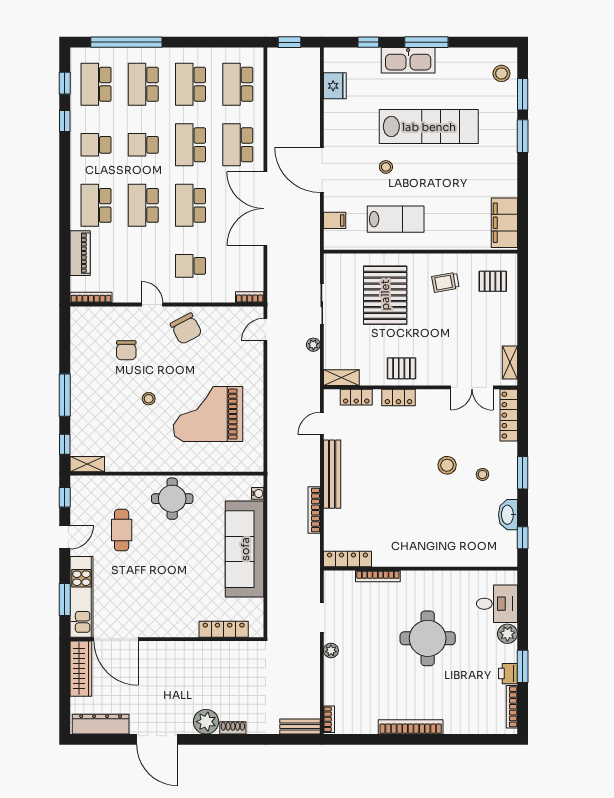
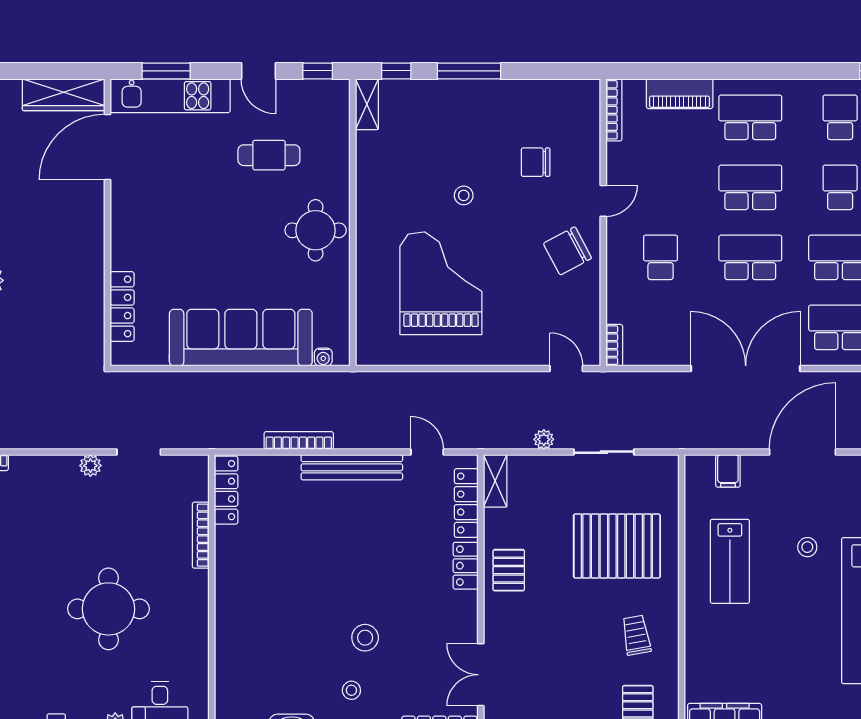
locker: (356, 397) -> (466, 503), width x1.53

